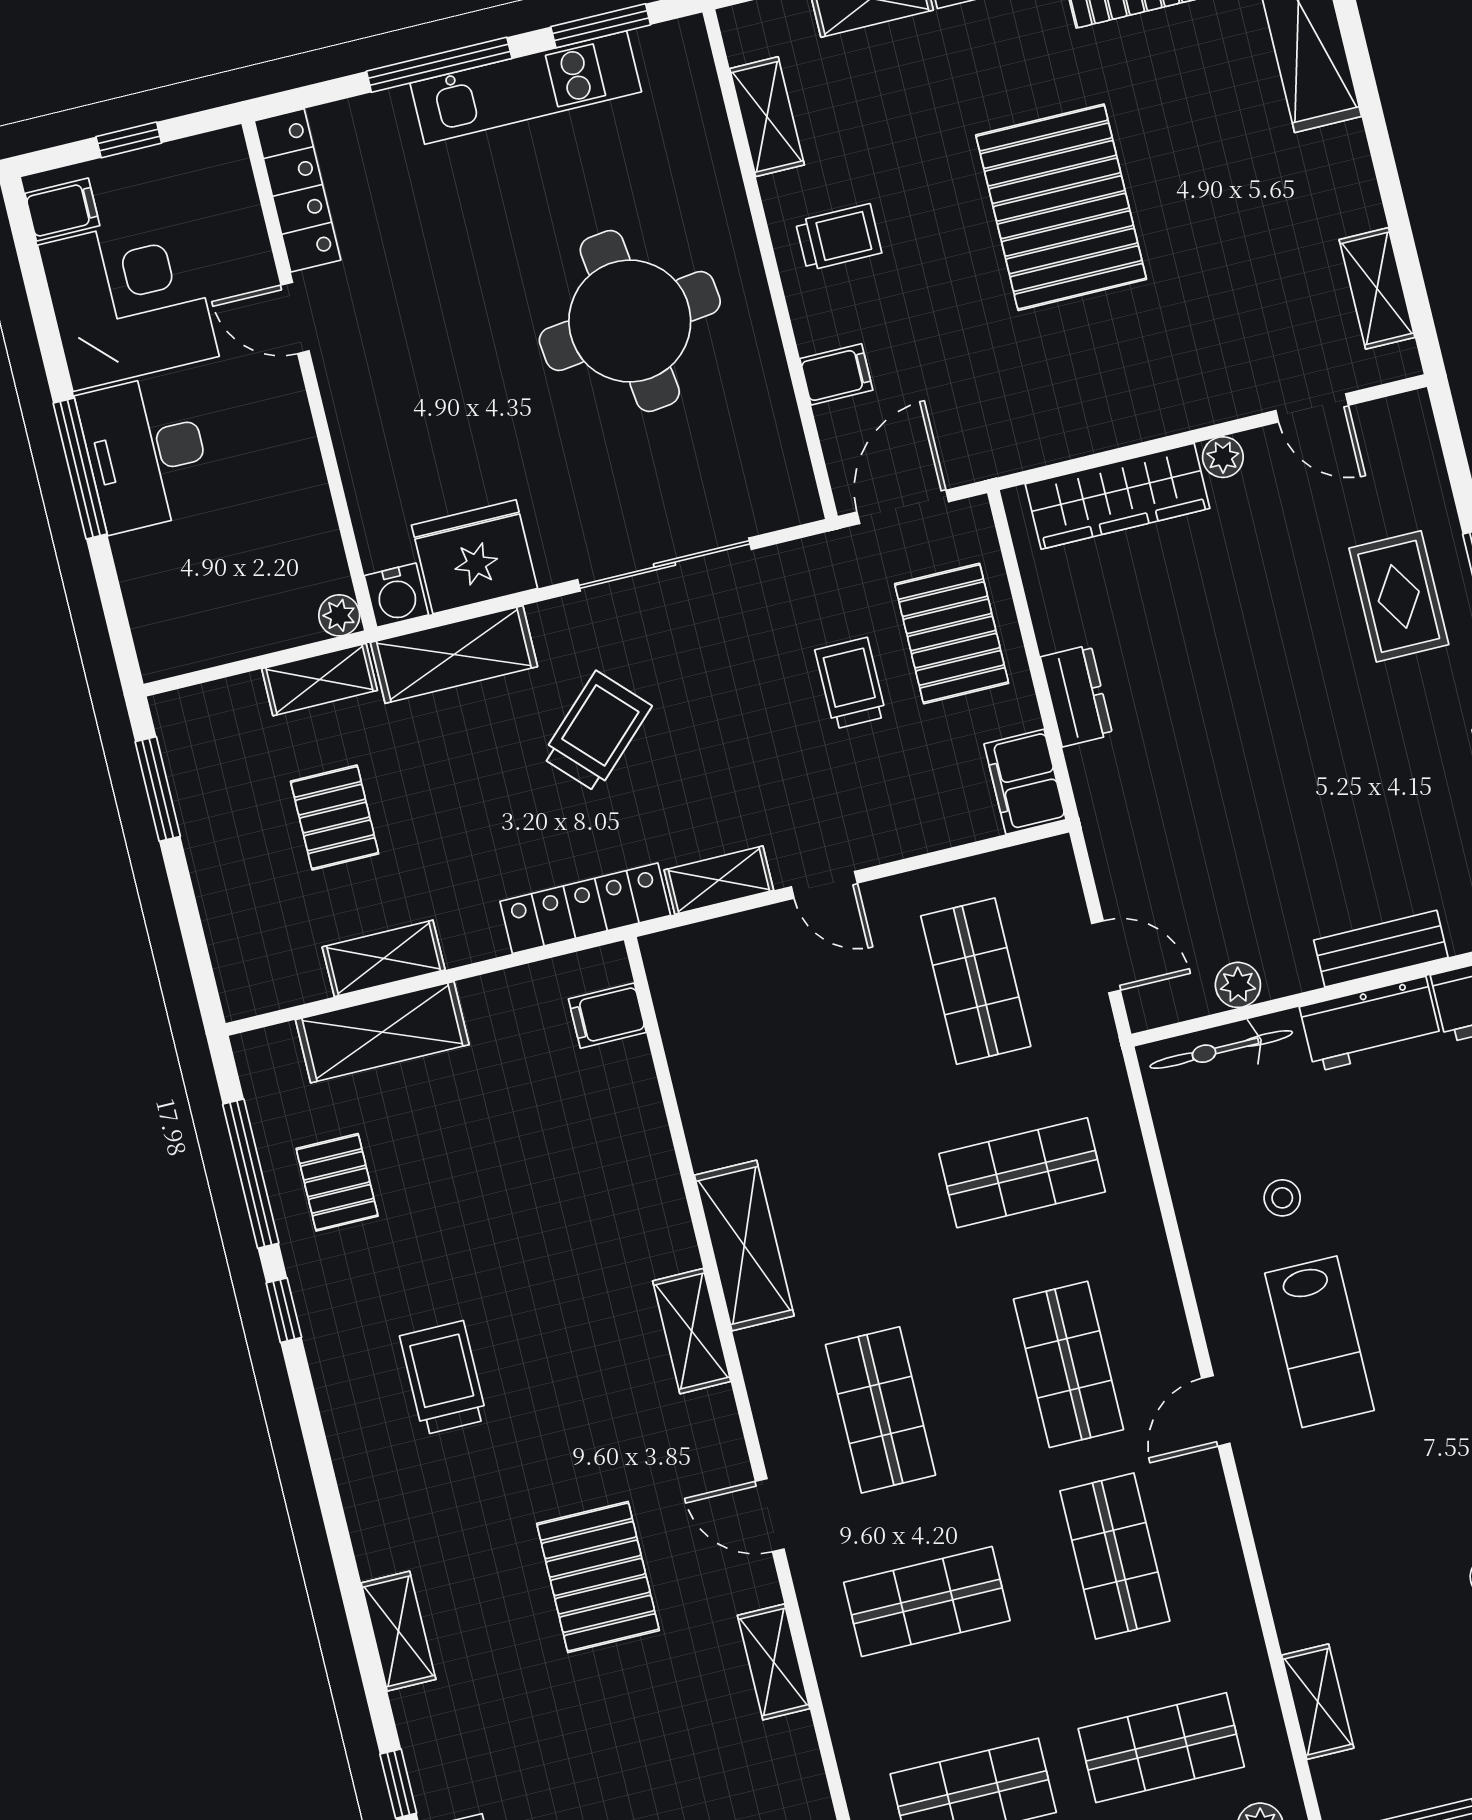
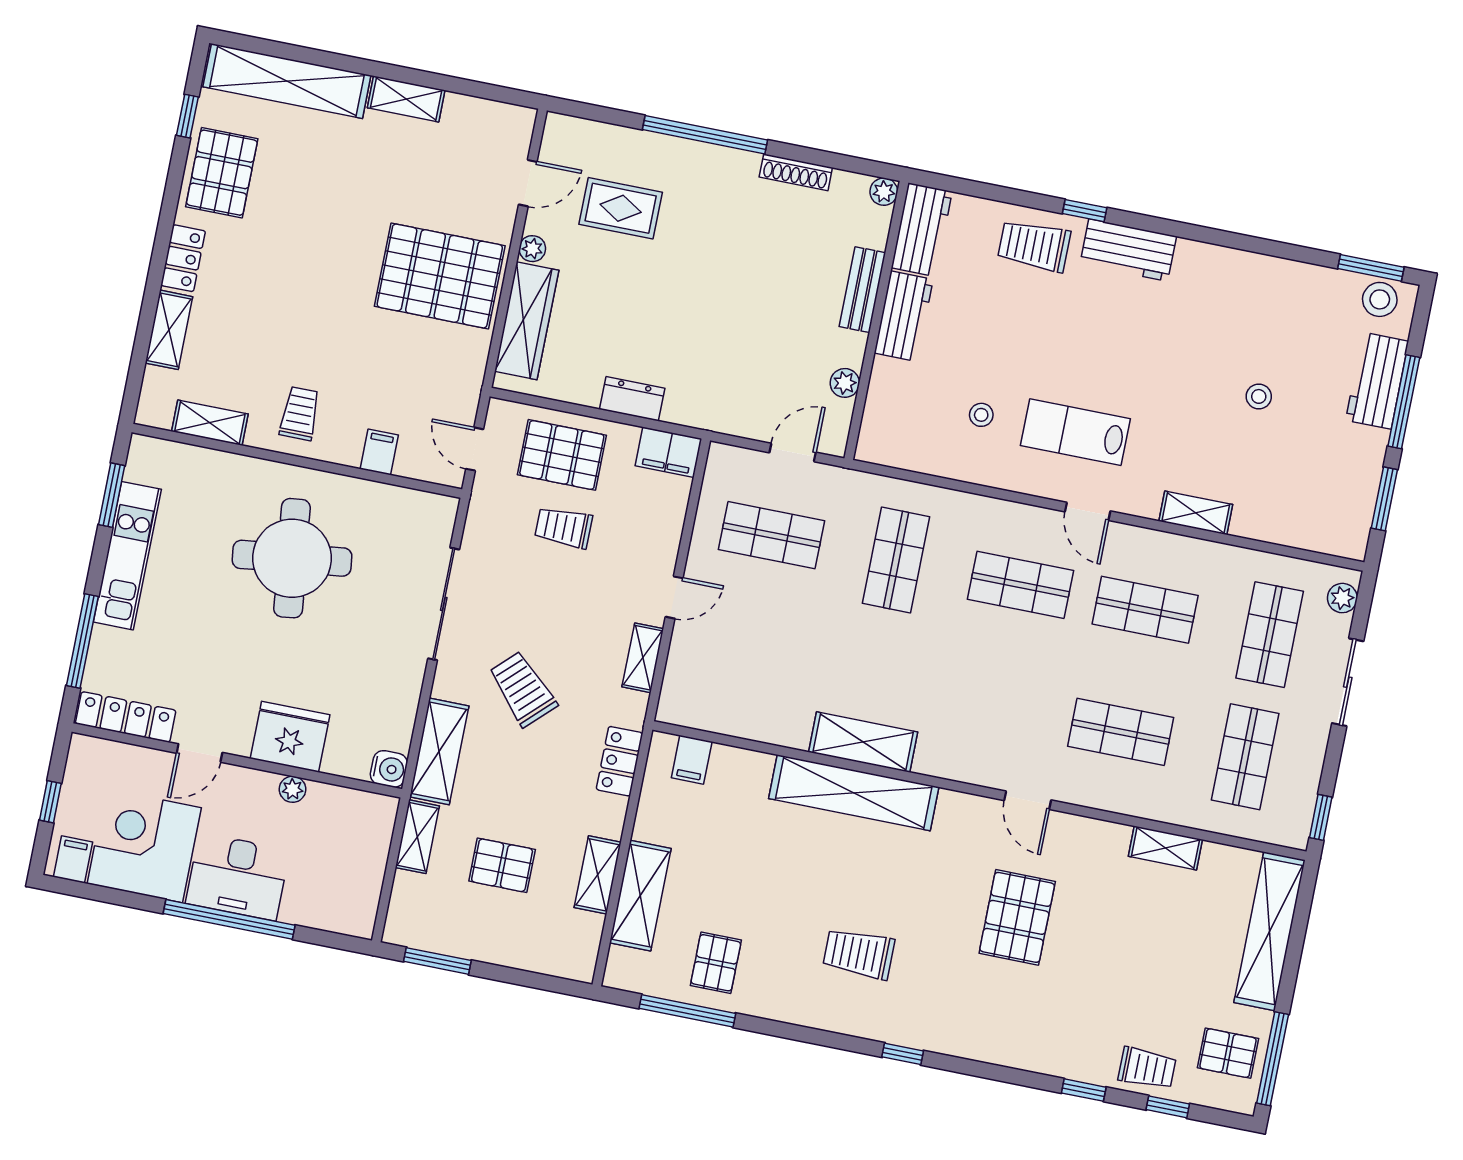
window: (439, 65) -> (82, 641), moved
pallet: (1061, 207) -> (440, 276), moved
shelving: (1377, 288) -> (406, 99), moved
window: (80, 469) -> (229, 919), width x1.46
door: (903, 507) -> (475, 449), width x0.73
fridge: (475, 557) -> (290, 737), moved, turned 90
rug: (1399, 596) -> (621, 208), moved
plant: (339, 615) -> (293, 789), moved
locker: (585, 908) -> (619, 761), width x0.66
bicycle: (1221, 1050) -> (878, 410), removed
pallet: (337, 1182) -> (716, 963), turned 90
window: (284, 1310) -> (903, 1054), moved
shelving: (692, 1331) -> (854, 793), width x2.20, depth x1.33
lab bench: (1319, 1342) -> (1075, 432), turned 180
shop shelf: (880, 1410) -> (996, 707), removed
door: (770, 1515) -> (1028, 800), hinge flipped
pallet: (598, 1577) -> (1017, 917), turned 90
shop shelf: (927, 1601) -> (1121, 732), turned 90
shelving: (398, 1631) -> (995, 1049), removed
shelving: (774, 1662) -> (1165, 848), moved
shelving: (1318, 1702) -> (1196, 513), moved

